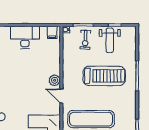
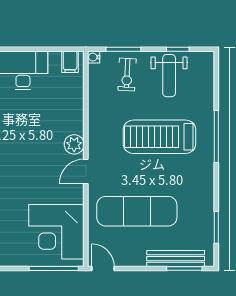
treadmill: (104, 76) -> (159, 137), turned 180
door: (61, 96) -> (86, 171), hinge flipped

